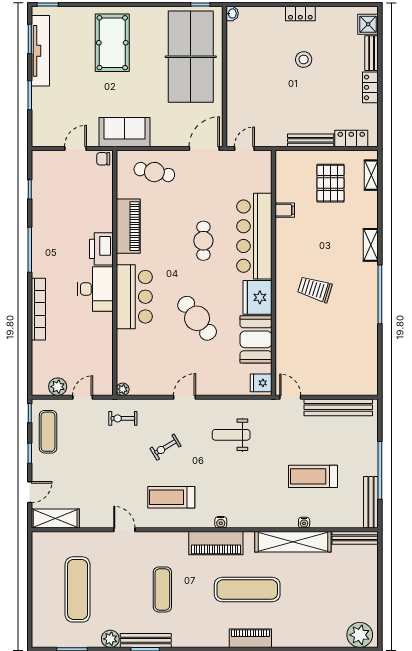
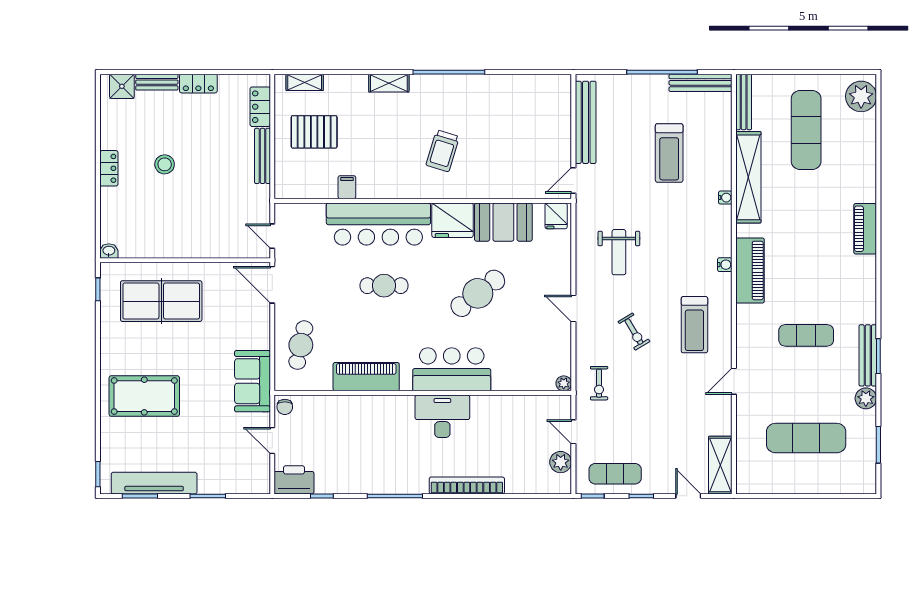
table tennis table: (191, 57) -> (161, 301), width x0.73, depth x0.76
printer: (101, 249) -> (294, 480), moved, turned 180
water cooler: (304, 523) -> (725, 198), moved
exercise mat: (247, 589) -> (806, 130), moved

